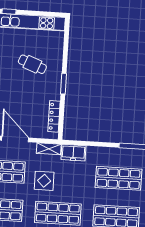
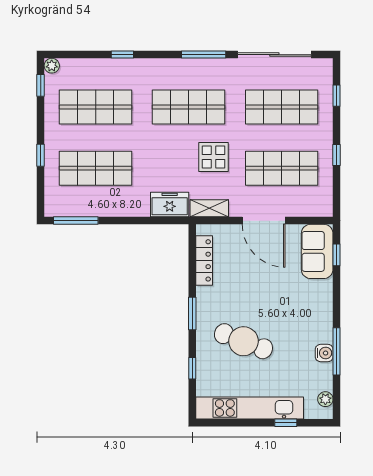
window: (66, 49) -> (192, 368), added
cafe table: (32, 64) -> (243, 341), width x1.37, depth x1.35

